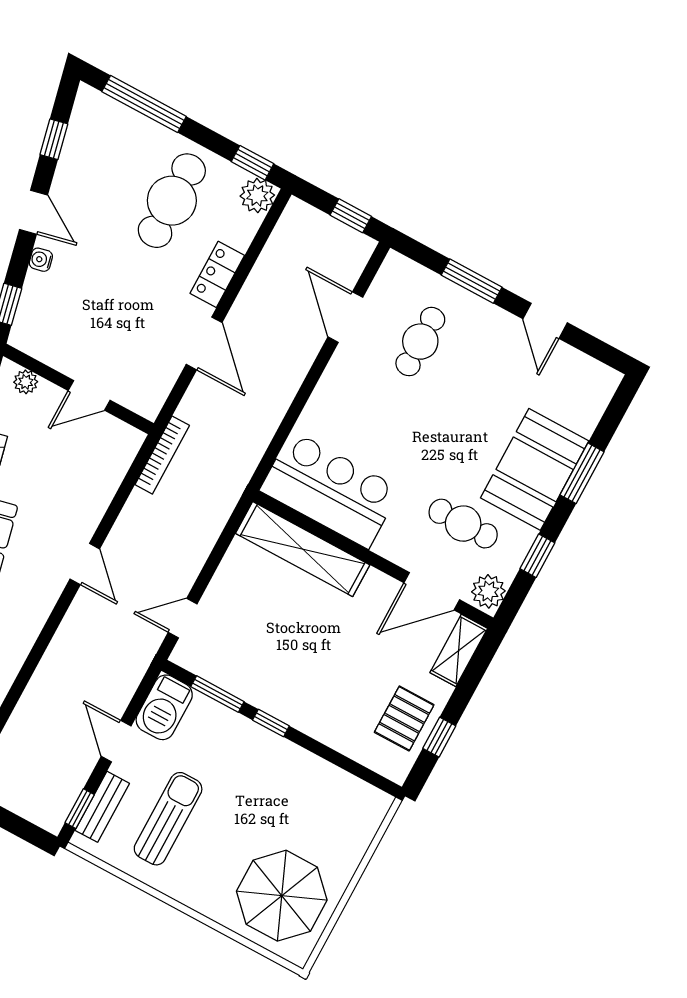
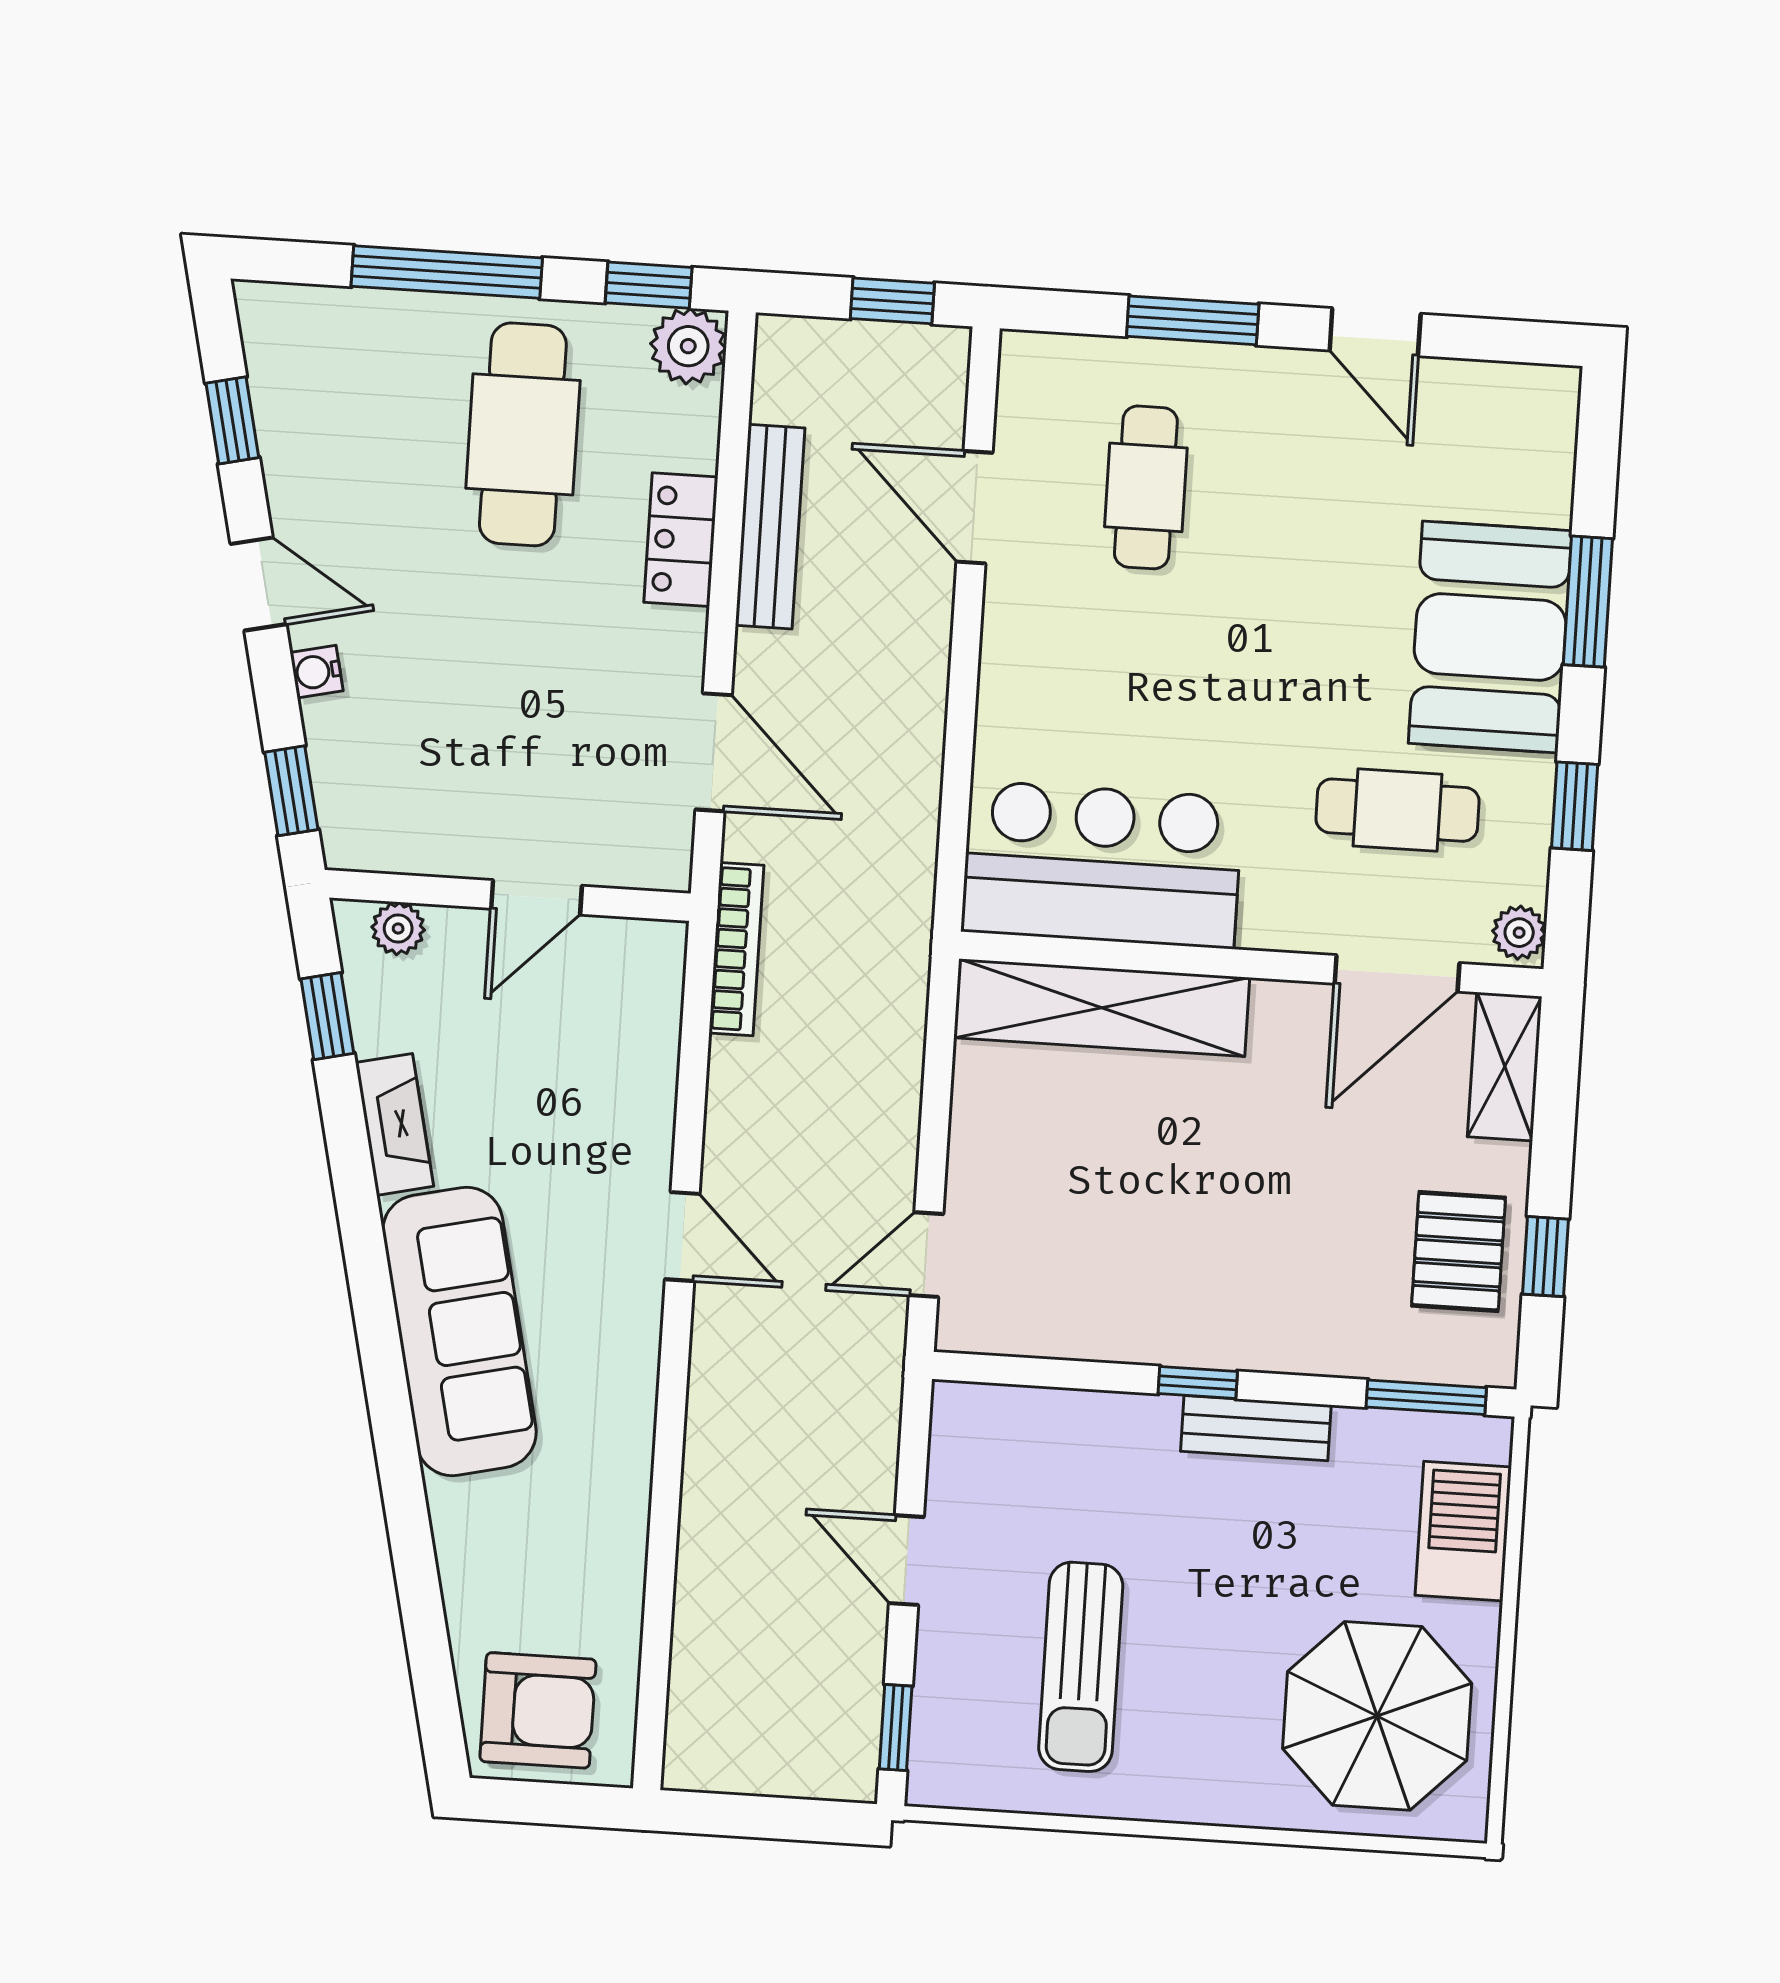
window: (144, 104) -> (447, 272), moved
bench: (257, 286) -> (770, 527), added
door: (204, 343) -> (714, 752), moved
plant: (488, 591) -> (1519, 933), width x0.73, depth x0.73
window: (217, 694) -> (1426, 1397), moved
barbecue: (164, 707) -> (1463, 1531), moved, turned 180
bench: (102, 807) -> (1256, 1428), moved, turned 90
sun lounger: (168, 819) -> (1081, 1667), turned 180

